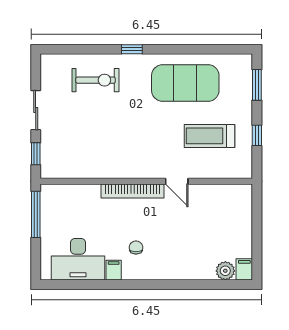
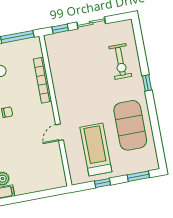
treadmill: (209, 136) -> (96, 150), width x1.37, depth x1.38
bookcase: (133, 191) -> (42, 80), moved

